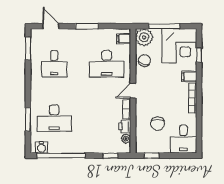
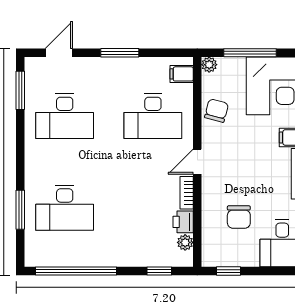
door: (51, 26) -> (59, 53), hinge flipped
plant: (144, 37) -> (209, 65), width x0.53, depth x0.53
desk: (54, 64) -> (65, 116), width x1.37
water cooler: (41, 147) -> (43, 257), removed

